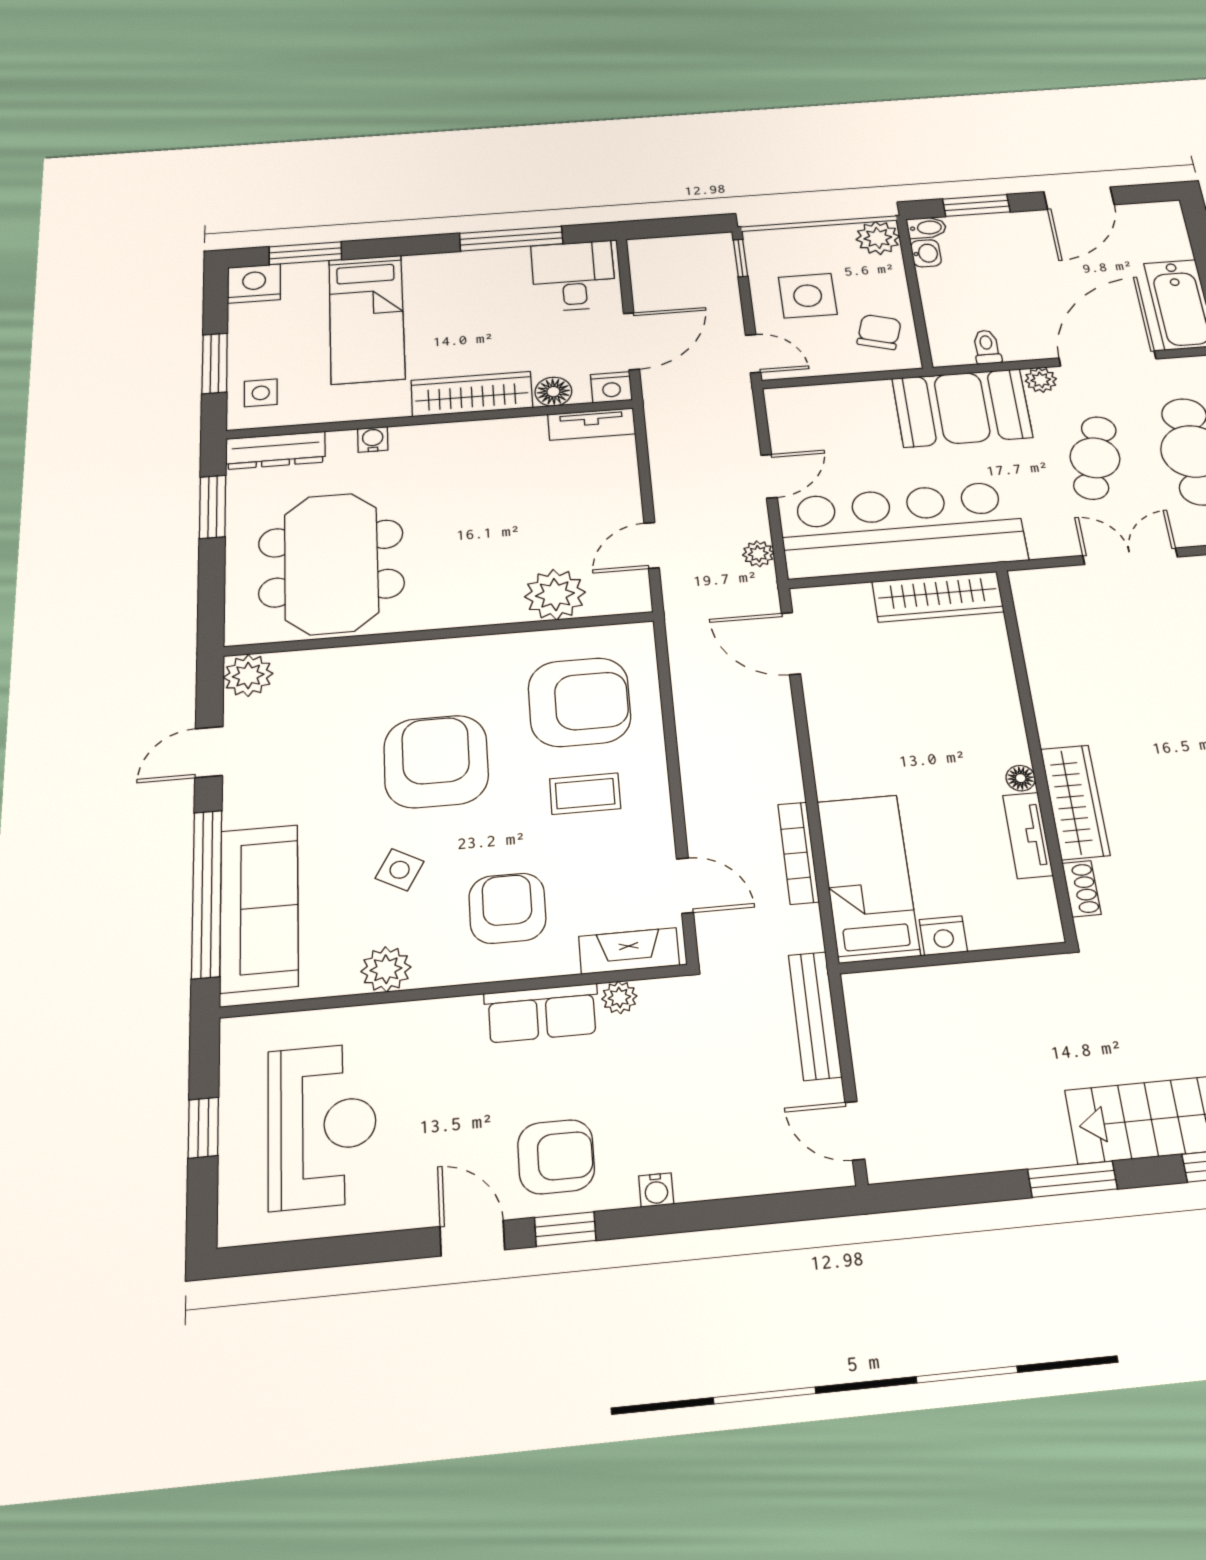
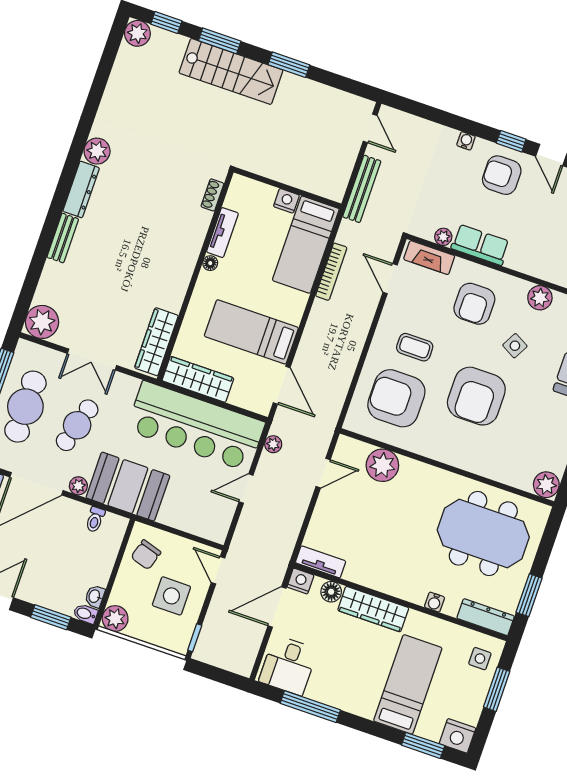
meeting table: (331, 563) -> (483, 533), turned 90
bed: (888, 702) -> (251, 332), added
wardrobe: (1075, 802) -> (156, 342), moved

